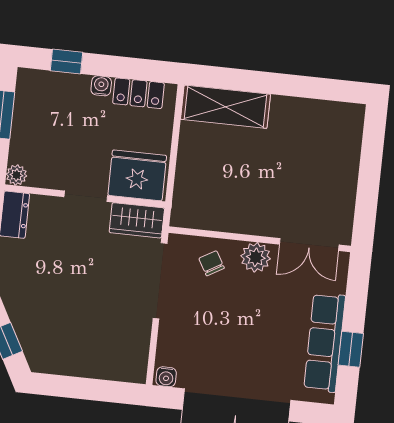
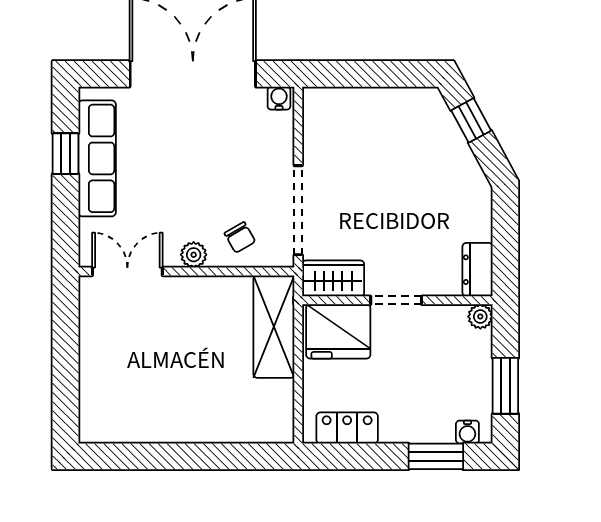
window: (66, 61) -> (436, 456), width x1.50
water cooler: (101, 86) -> (467, 432), moved
shelving: (225, 107) -> (274, 327), moved, turned 90
plant: (256, 257) -> (194, 255), width x0.73, depth x0.73

